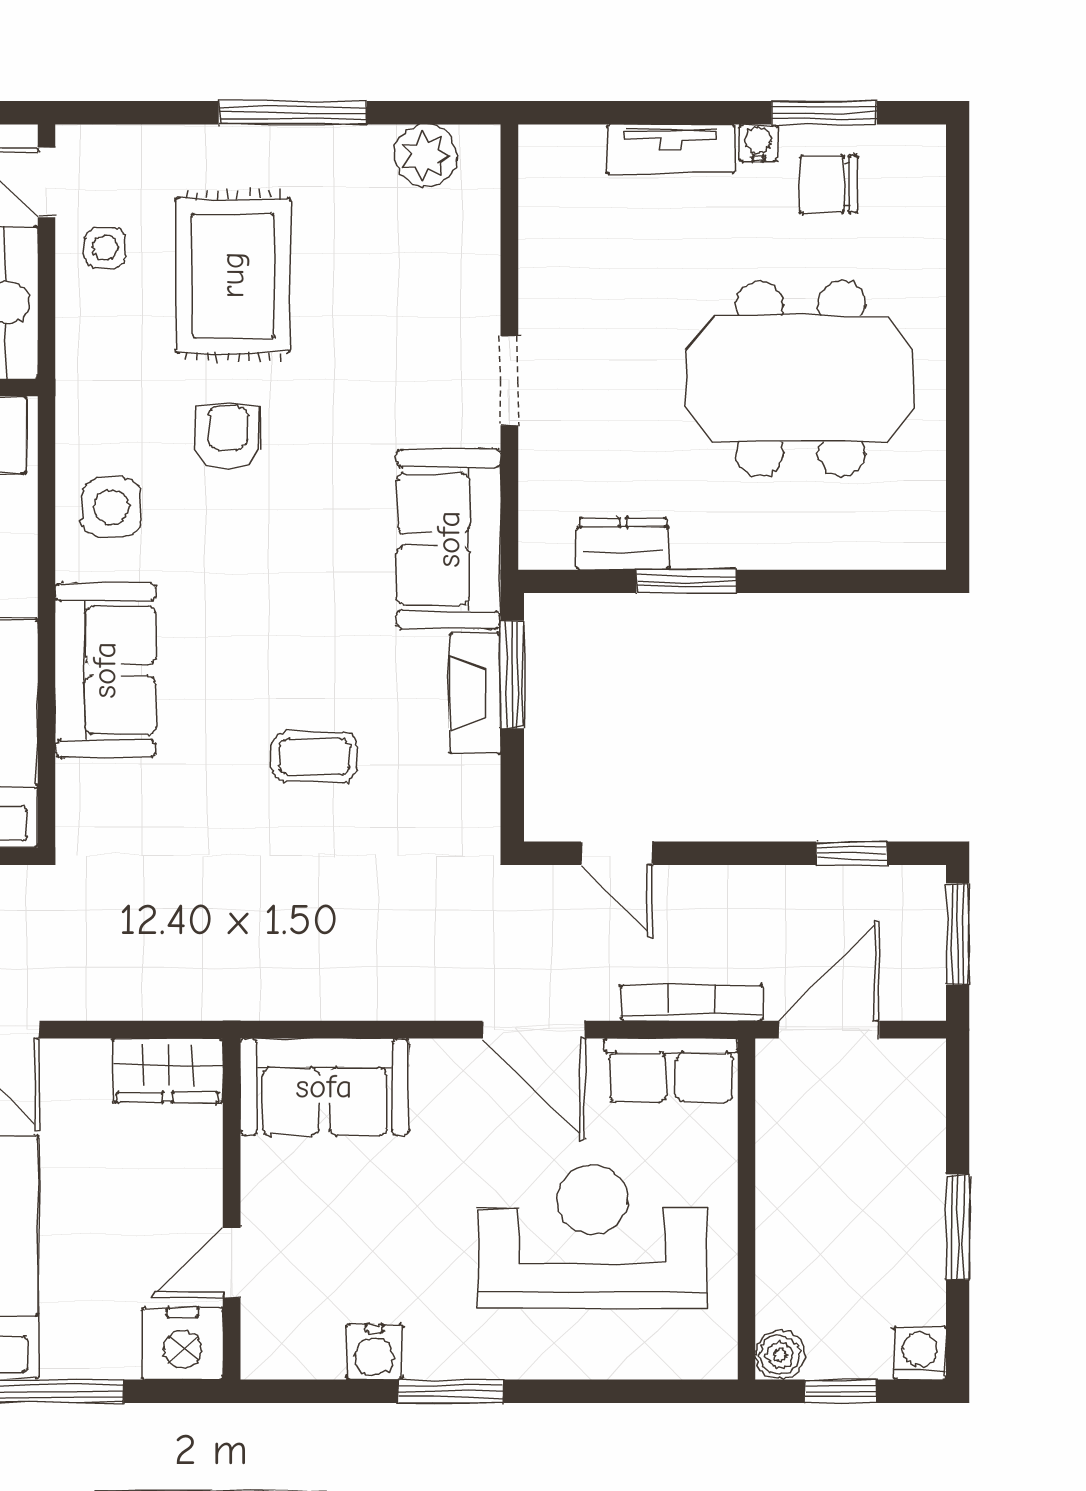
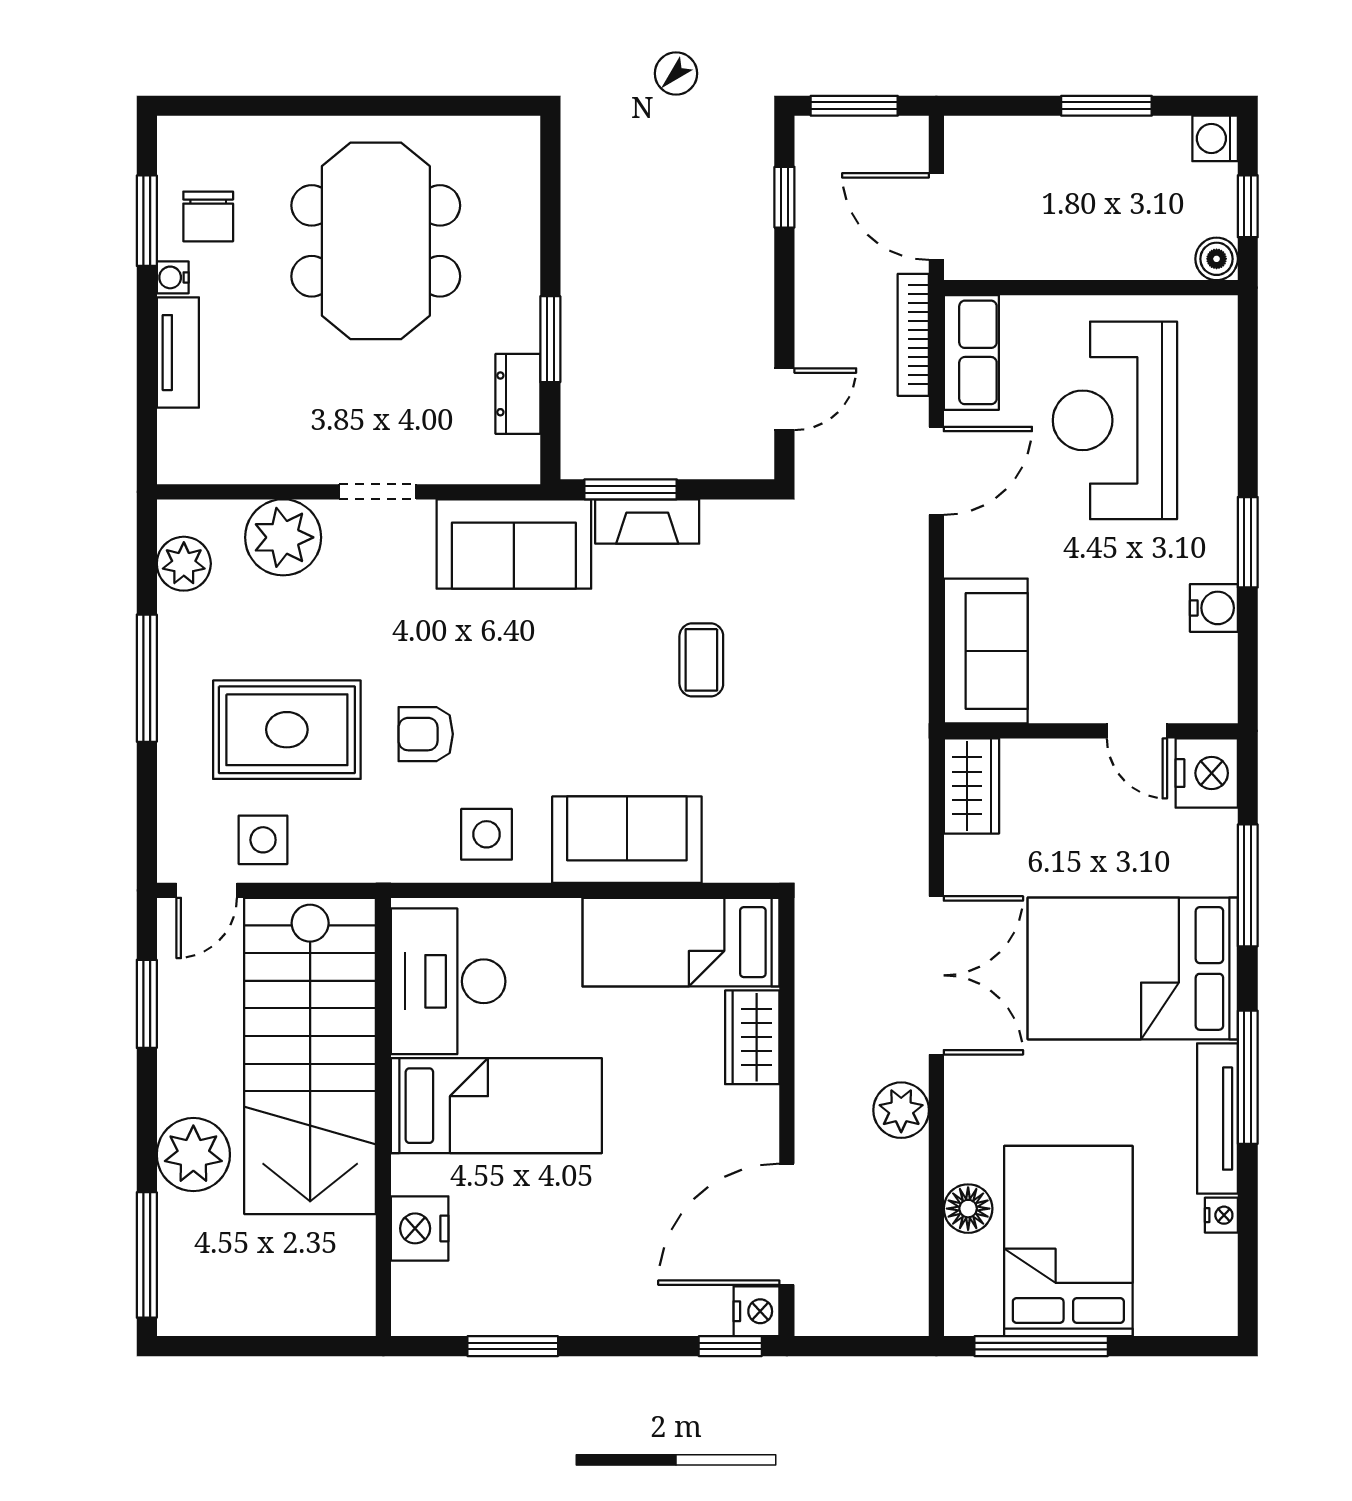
side table: (105, 248) -> (263, 840), width x1.37, depth x1.37
plant: (456, 271) -> (283, 537), added

